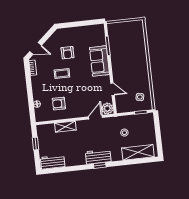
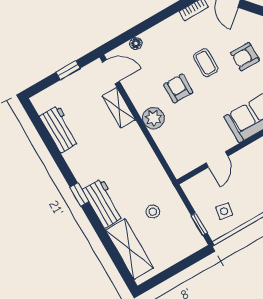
armchair: (59, 104) -> (178, 88), moved
plant: (107, 109) -> (153, 118), moved
door: (96, 117) -> (111, 72), moved
workbench: (98, 157) -> (103, 203), moved
workbench: (53, 162) -> (60, 129), moved

